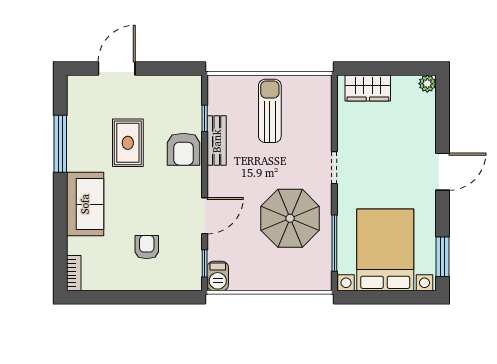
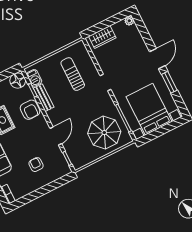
floor lamp: (187, 89) -> (18, 81), added
sun lounger: (270, 111) -> (73, 74), moved
parasol: (290, 218) -> (104, 133), moved
window: (443, 257) -> (169, 82), moved
barbecue: (218, 276) -> (34, 78), moved

